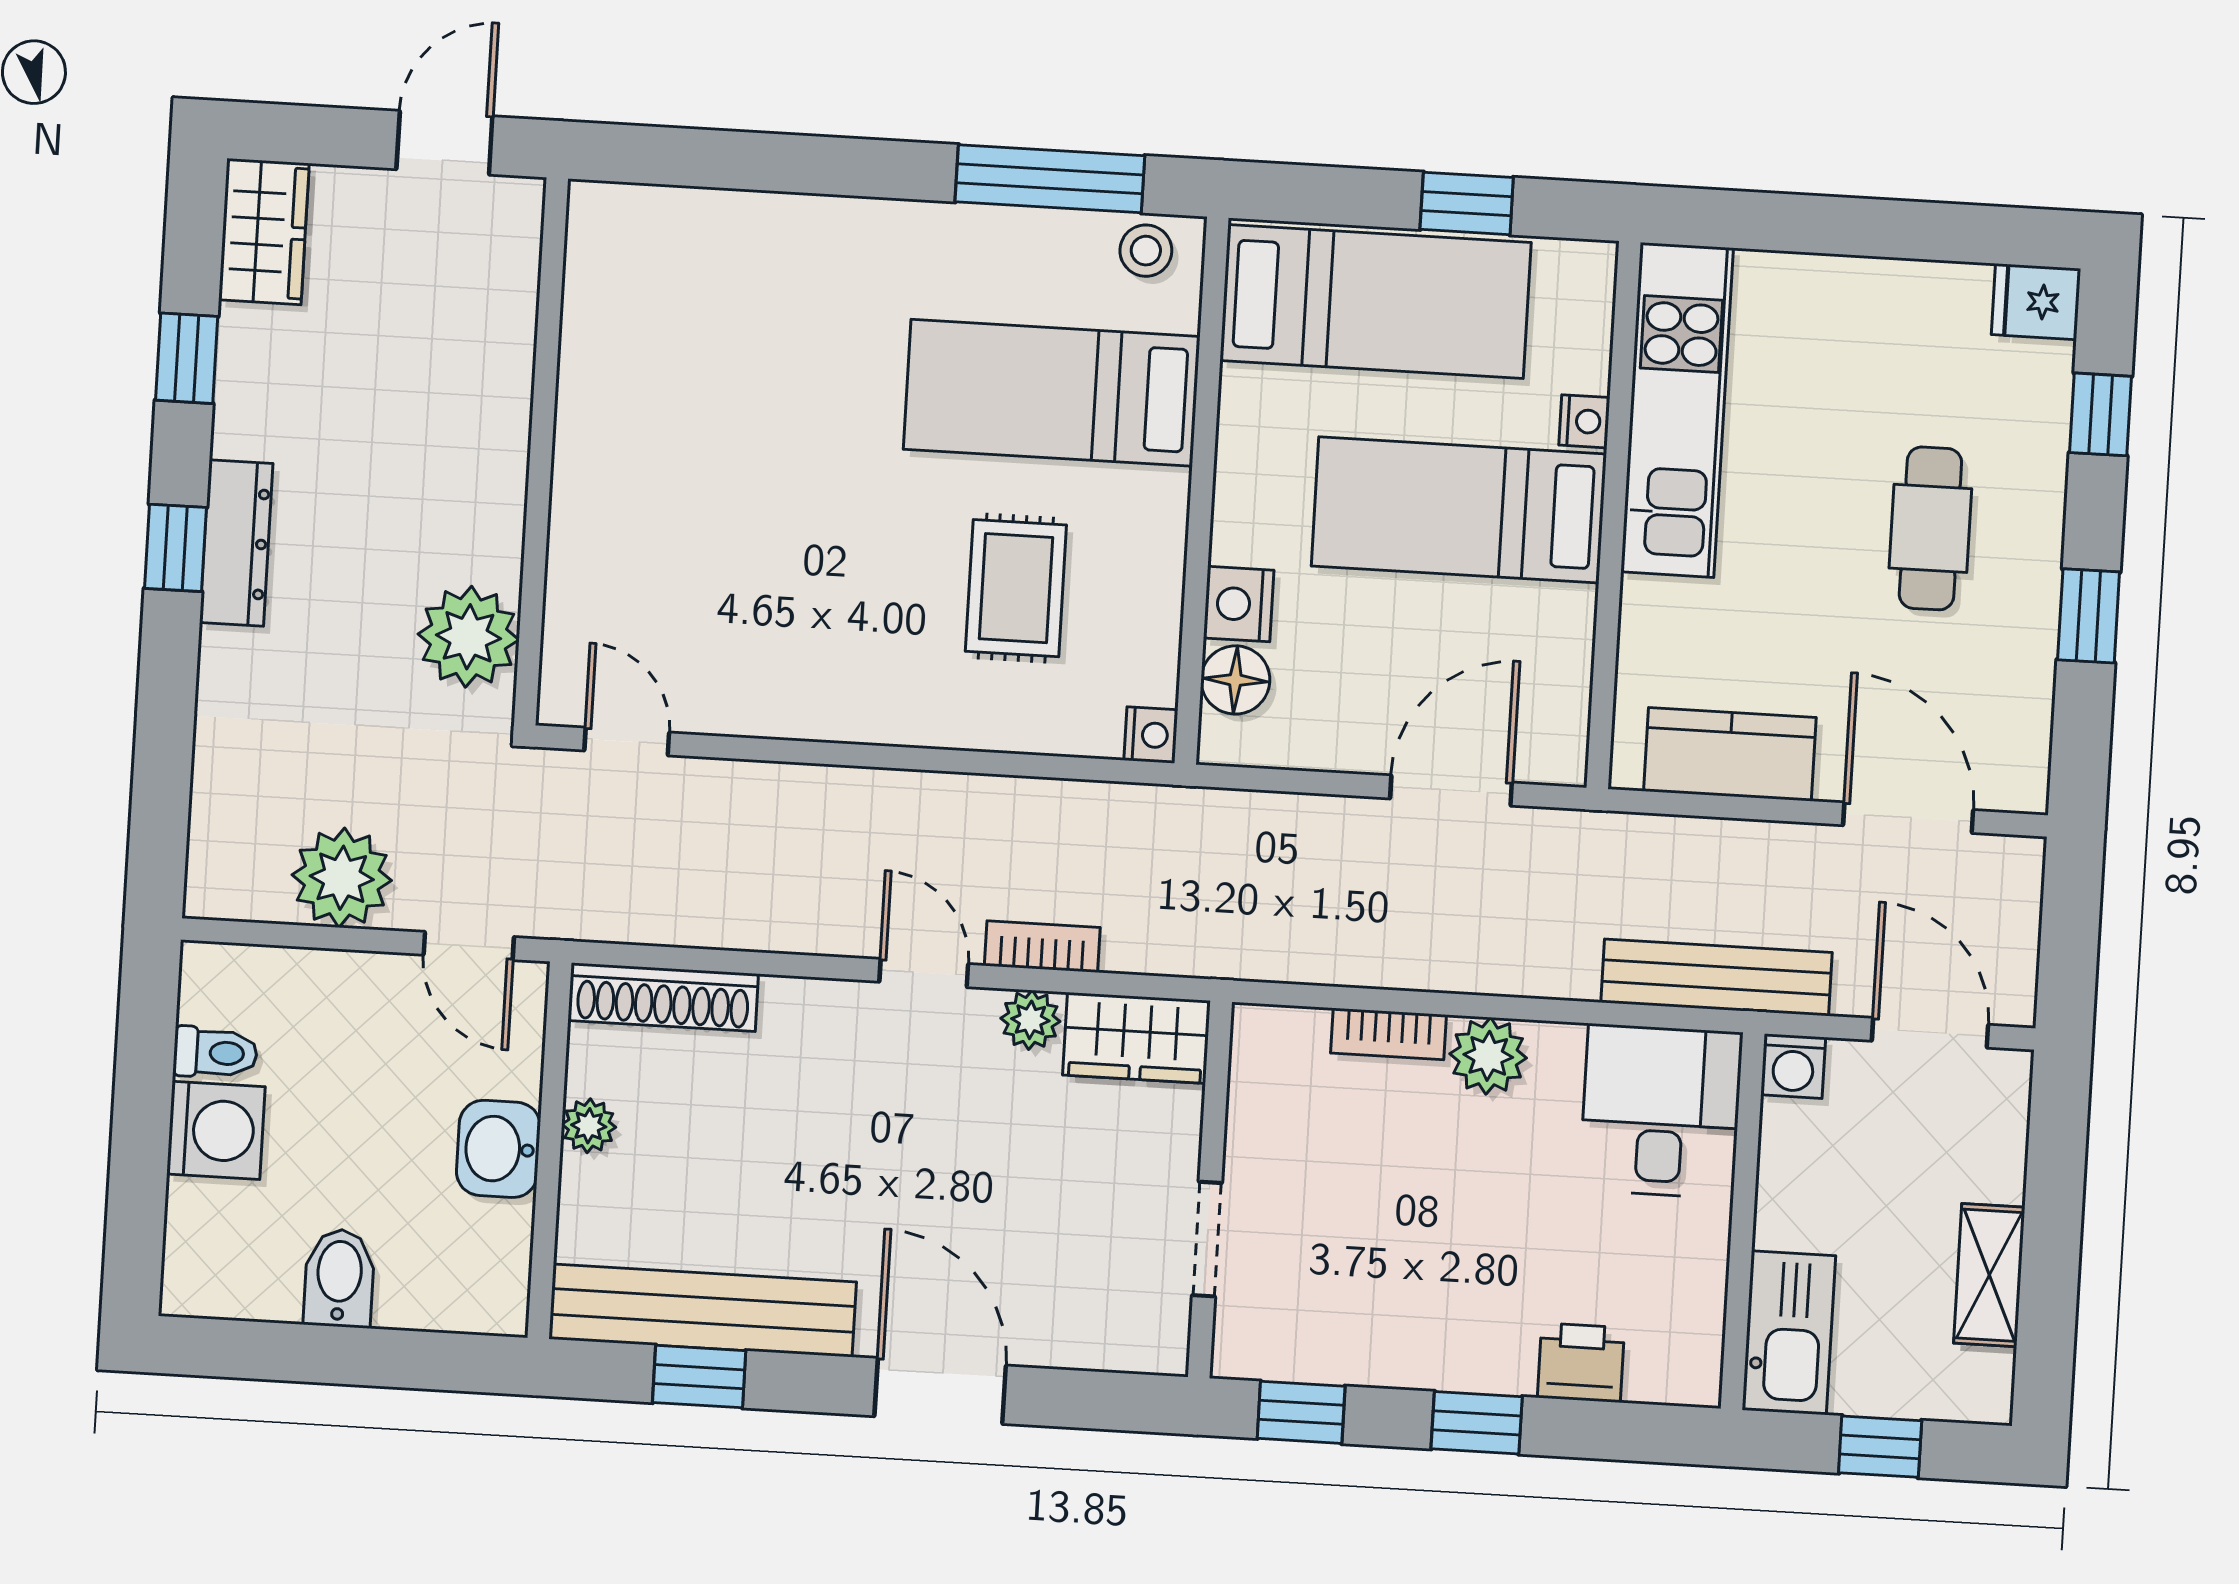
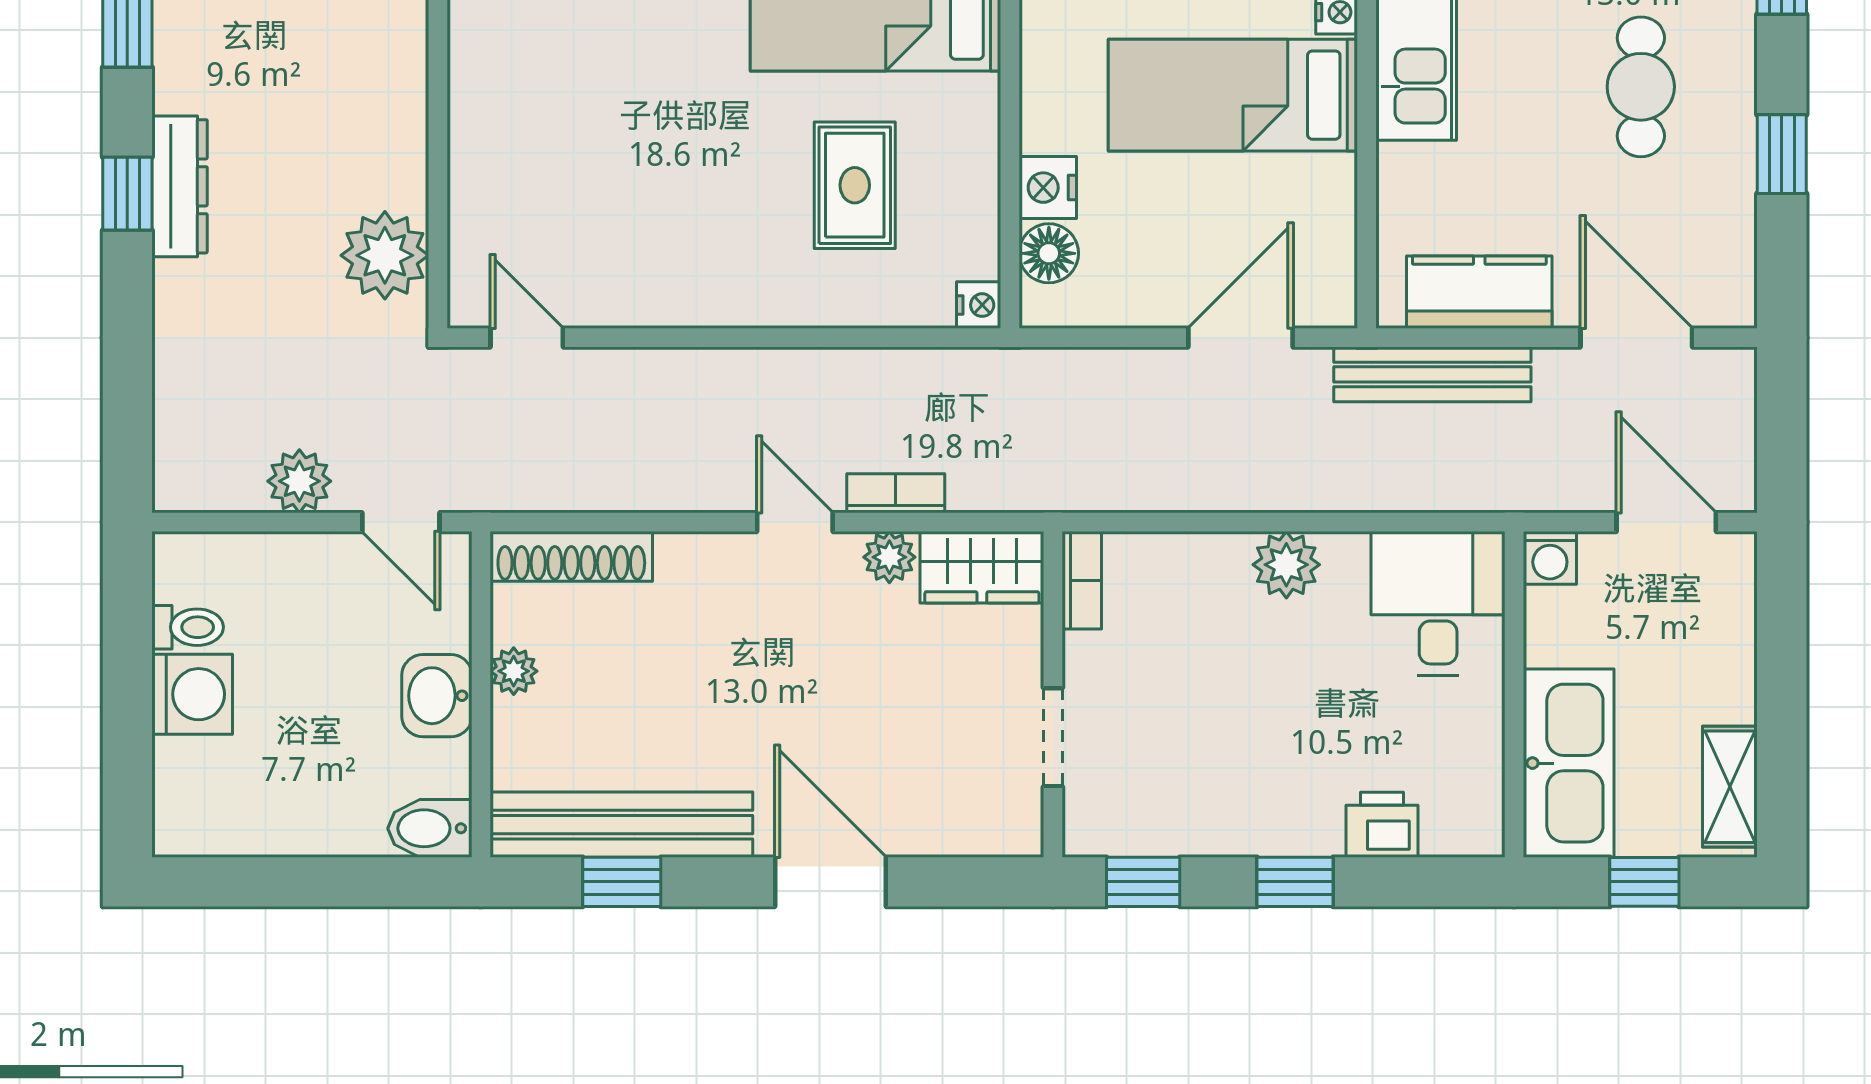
plant: (342, 878) -> (299, 481), width x0.73, depth x0.73
bench: (1717, 977) -> (1432, 374), moved
bookcase: (1389, 1034) -> (1082, 580), moved, turned -90
shelving: (1989, 1275) -> (1730, 787), moved
bidet: (339, 1278) -> (430, 828), moved, turned -90
kitchen sink: (1789, 1333) -> (1569, 763), width x1.36, depth x1.24

